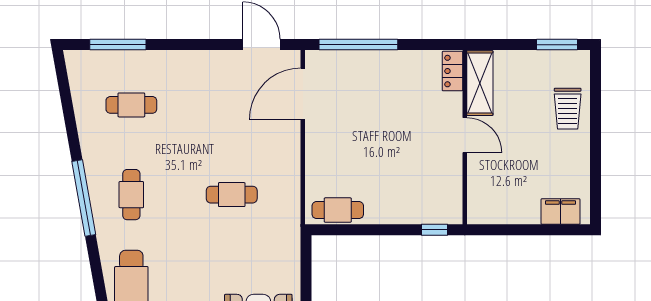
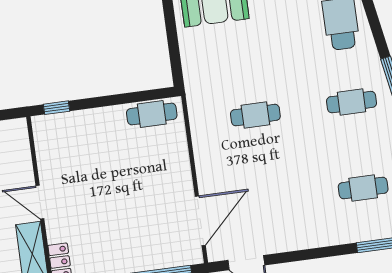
cafe table: (131, 195) -> (352, 102), turned 90

